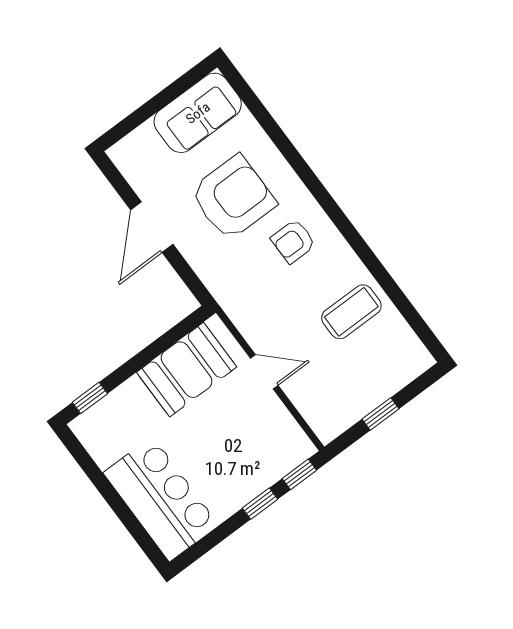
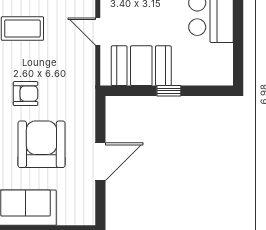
armchair: (233, 198) -> (41, 144), turned 90
window: (90, 398) -> (169, 91), moved

